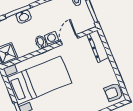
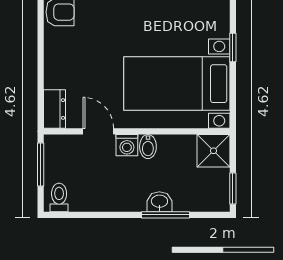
door: (69, 40) -> (98, 131), swing flipped
dresser: (98, 46) -> (55, 109), width x0.70

